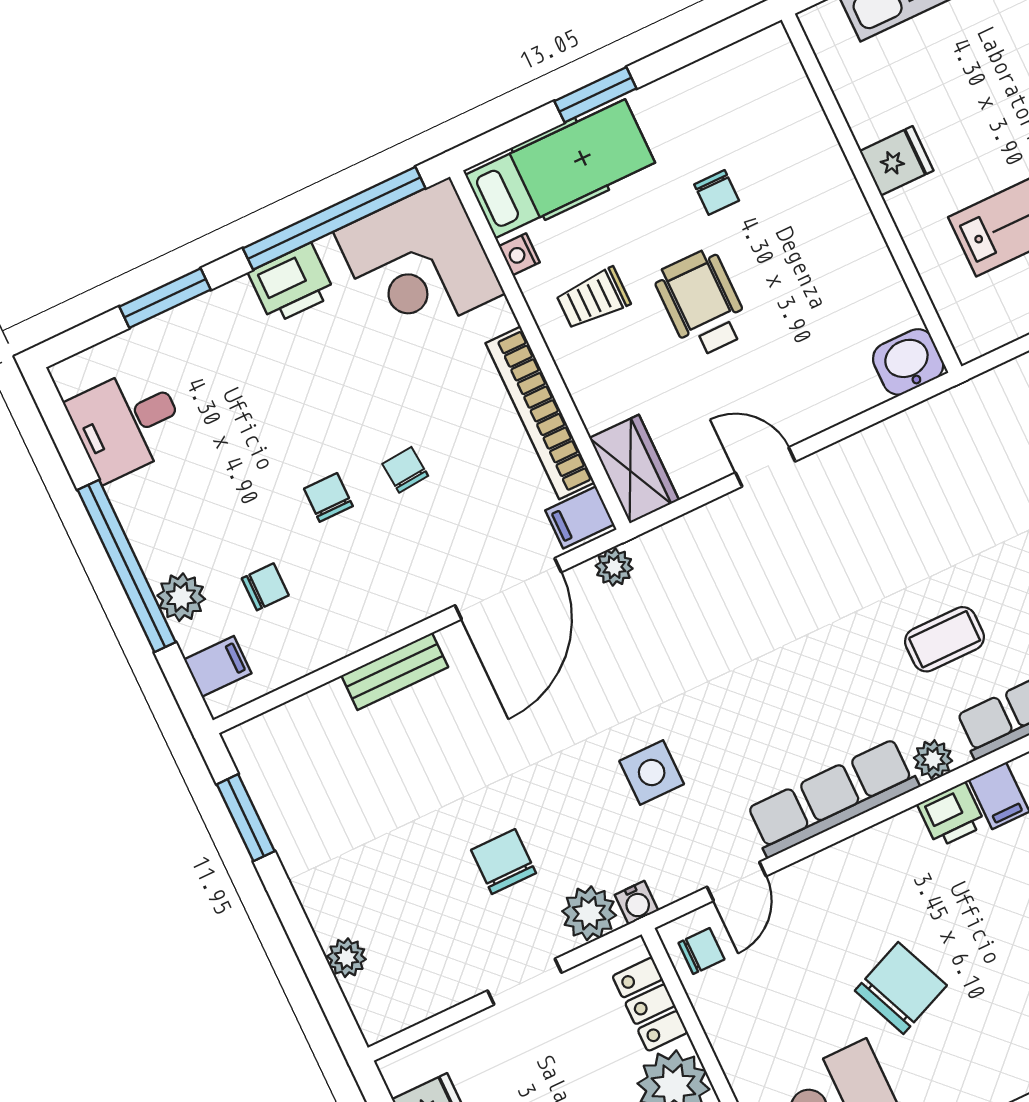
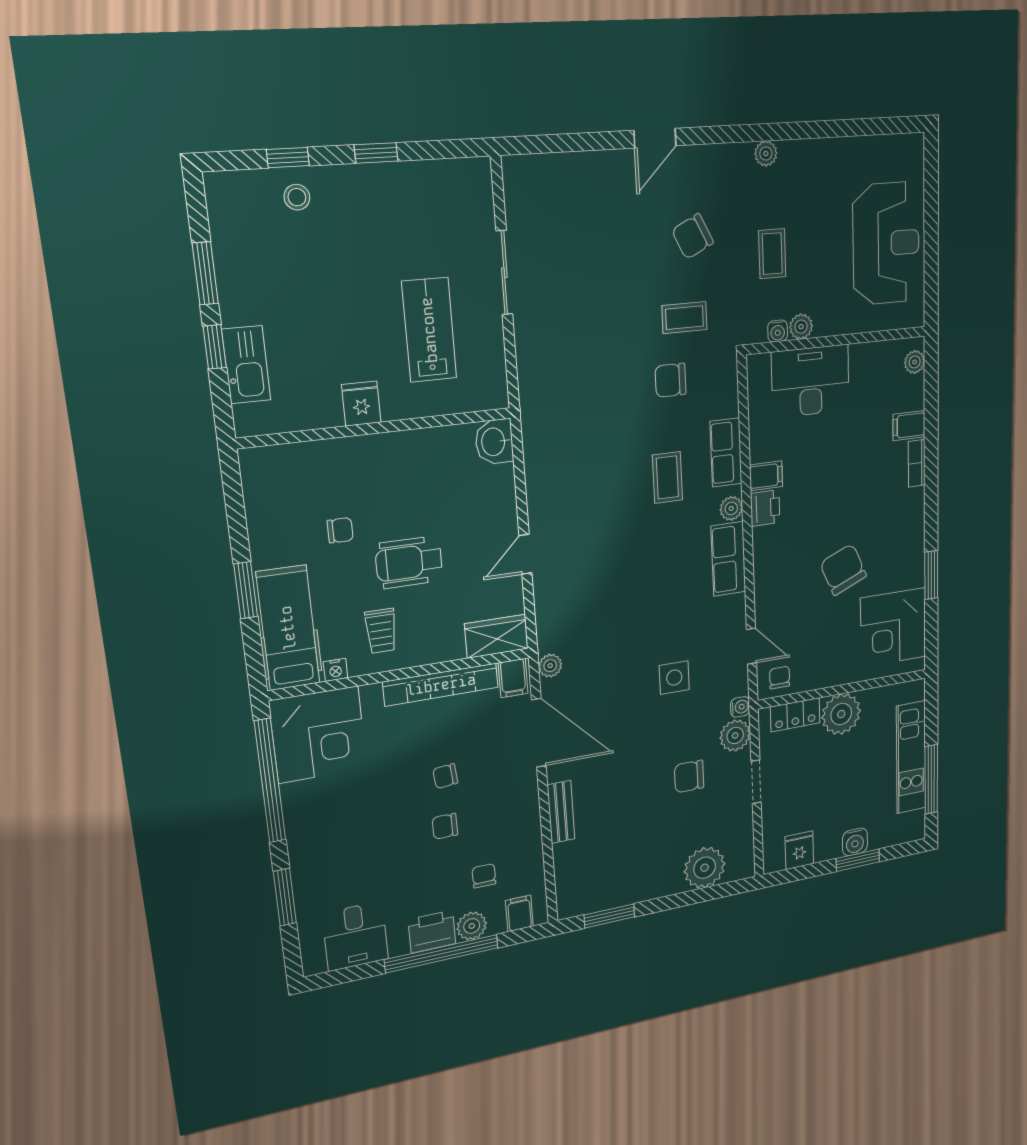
printer: (292, 284) -> (432, 932), moved, turned -90
row of seats: (832, 798) -> (728, 559), width x0.68
plant: (347, 958) -> (705, 868), width x1.87, depth x1.87

